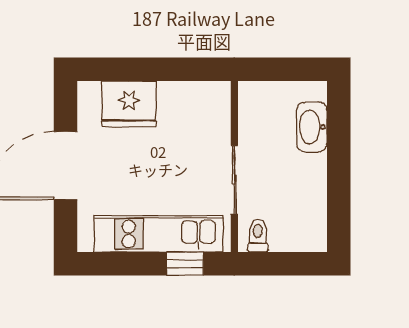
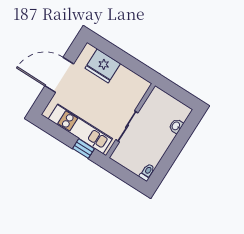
washbasin: (312, 127) -> (176, 126), width x0.52, depth x0.69
toilet: (258, 236) -> (147, 172), moved

